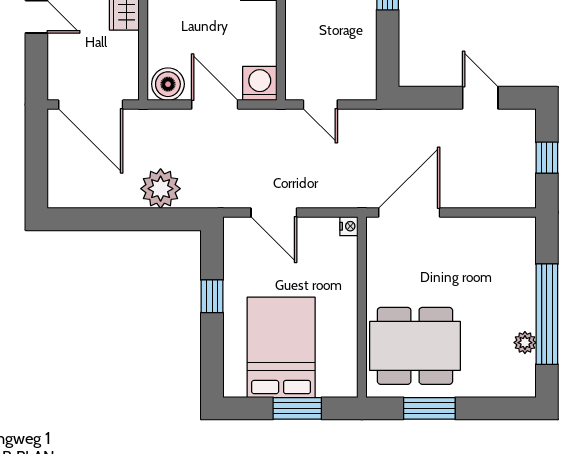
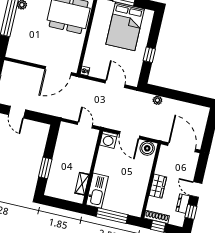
plant: (161, 189) -> (157, 100), width x0.53, depth x0.53

